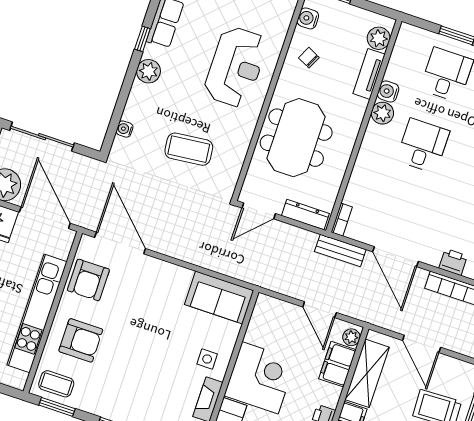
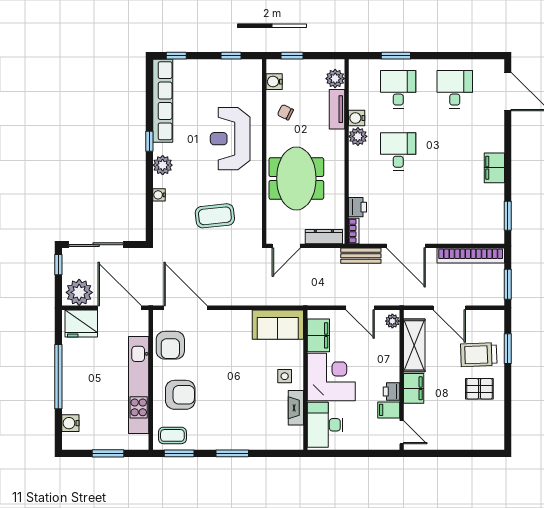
reception desk: (236, 67) -> (230, 139), turned 180
water cooler: (125, 129) -> (159, 195), moved
printer: (453, 262) -> (357, 207), moved, turned 90
filing cabinet: (337, 364) -> (318, 335), moved, turned 180

